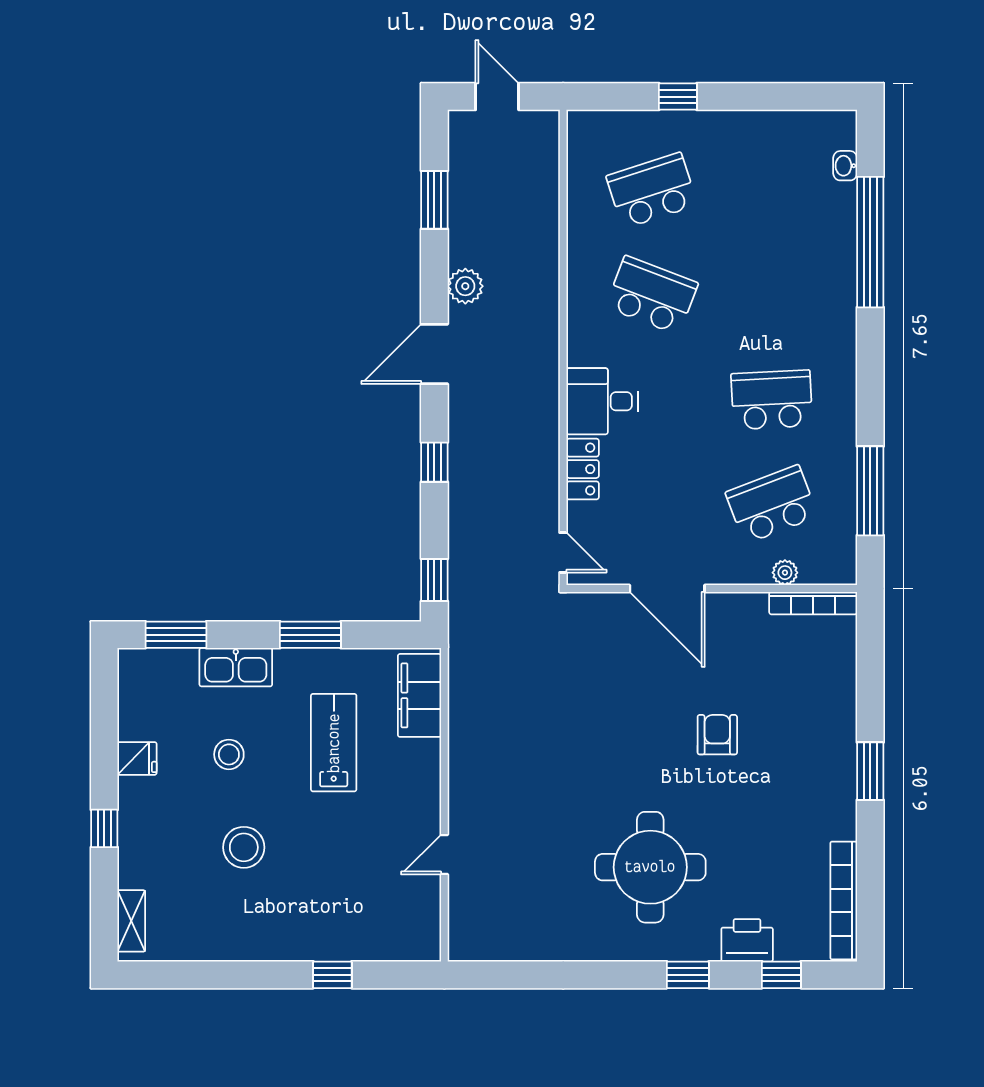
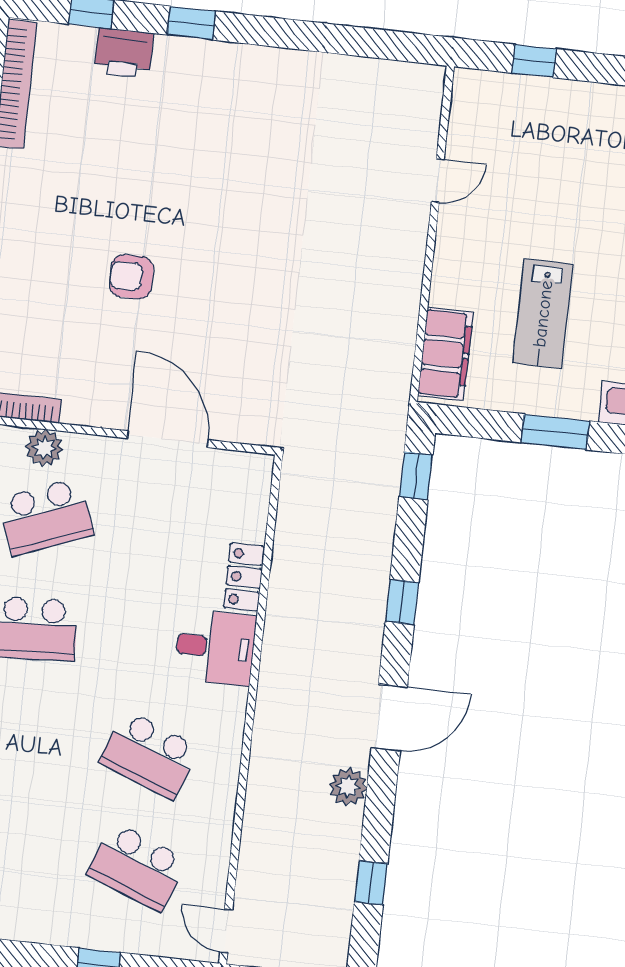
school desk: (652, 191) -> (137, 867), turned 39
window: (434, 200) -> (371, 883), width x0.67
door: (563, 552) -> (226, 931), moved
plant: (785, 573) -> (44, 448), width x1.38, depth x1.38
armchair: (717, 735) -> (131, 277), turned 90
round table: (650, 867) -> (219, 143), removed
window: (332, 975) -> (534, 61), moved

